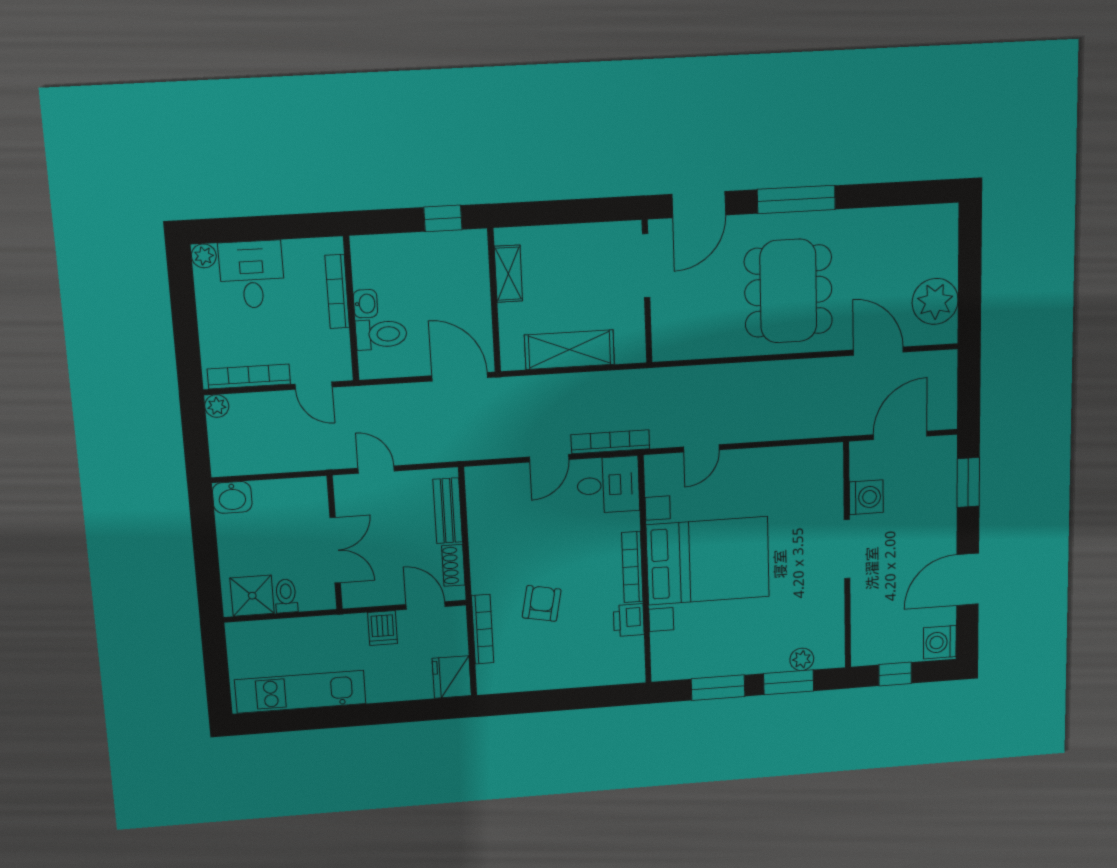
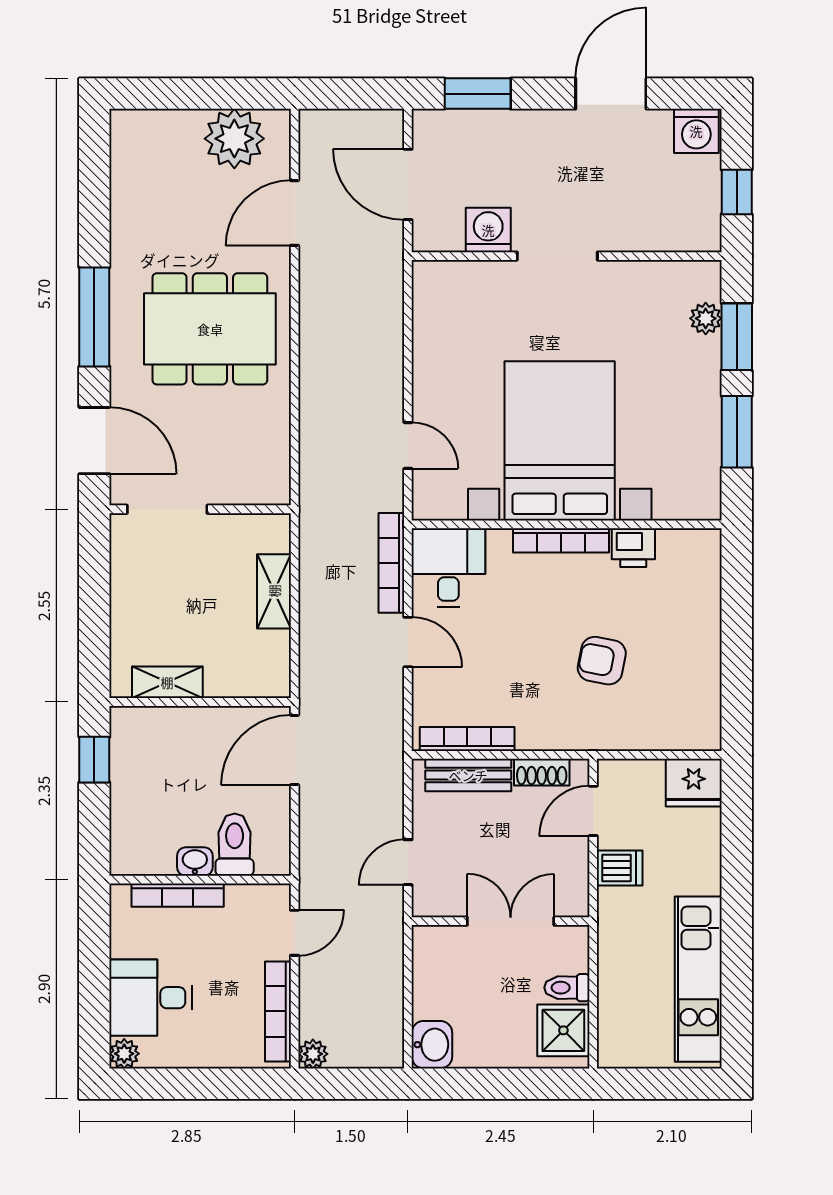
shelving: (570, 350) -> (274, 591), width x0.67, depth x0.75
door: (968, 579) -> (611, 94), swing flipped
bookcase: (483, 629) -> (467, 739), moved

